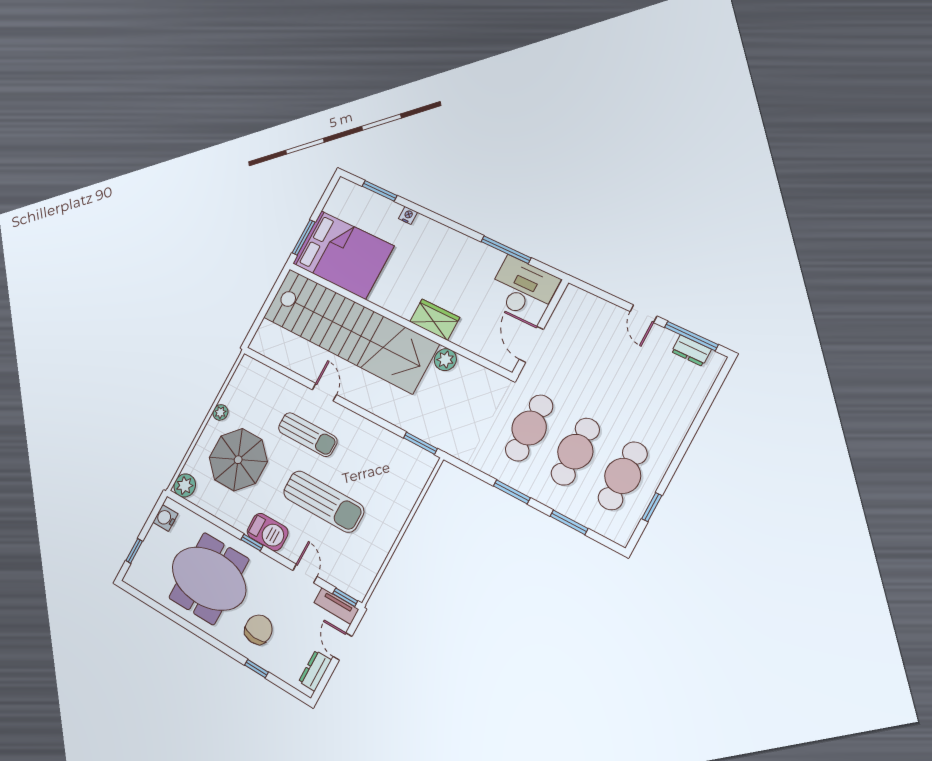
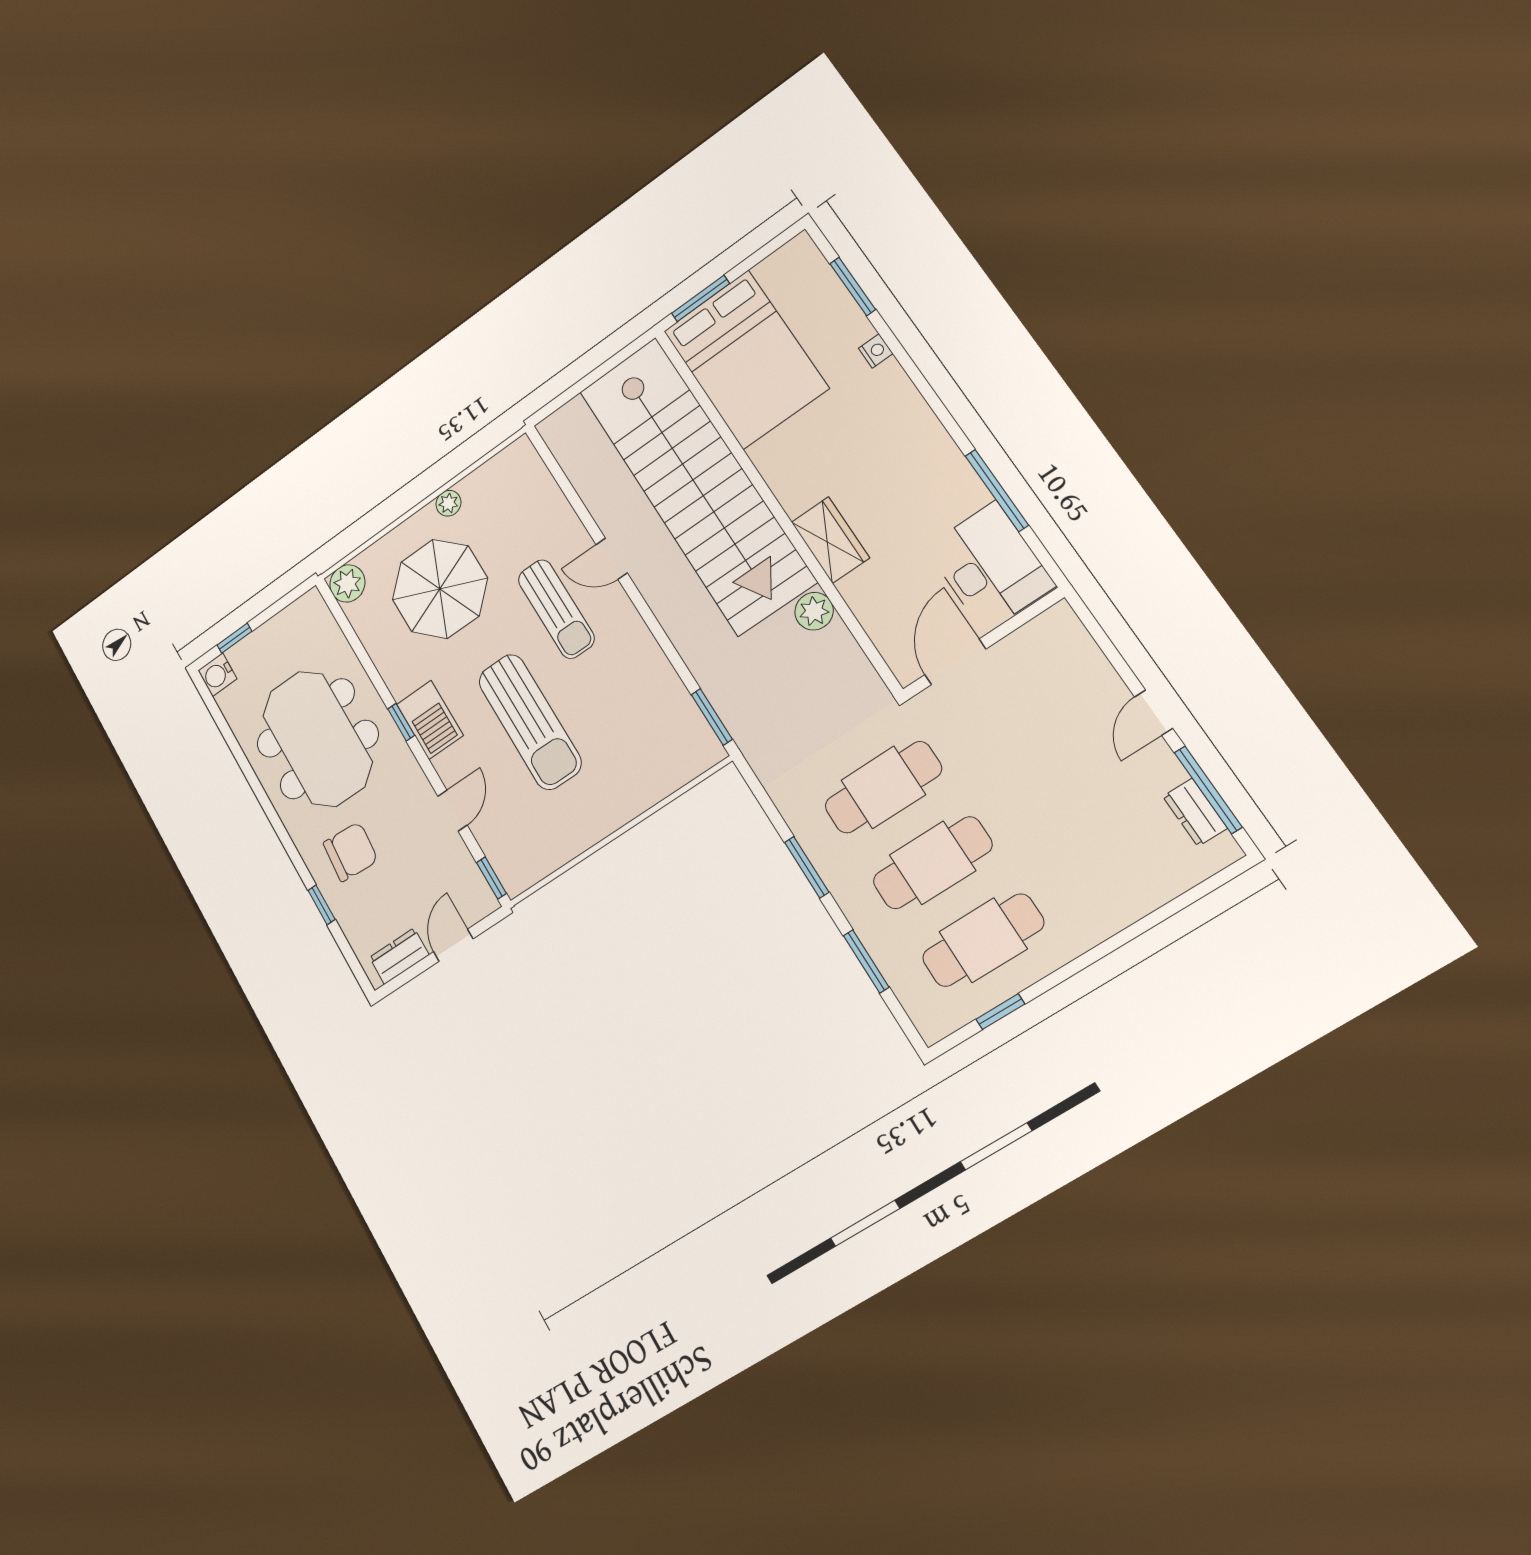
door: (324, 392) -> (612, 559), swing flipped
water cooler: (165, 518) -> (217, 675), moved, turned -90
tv unit: (336, 606) -> (473, 883), removed

